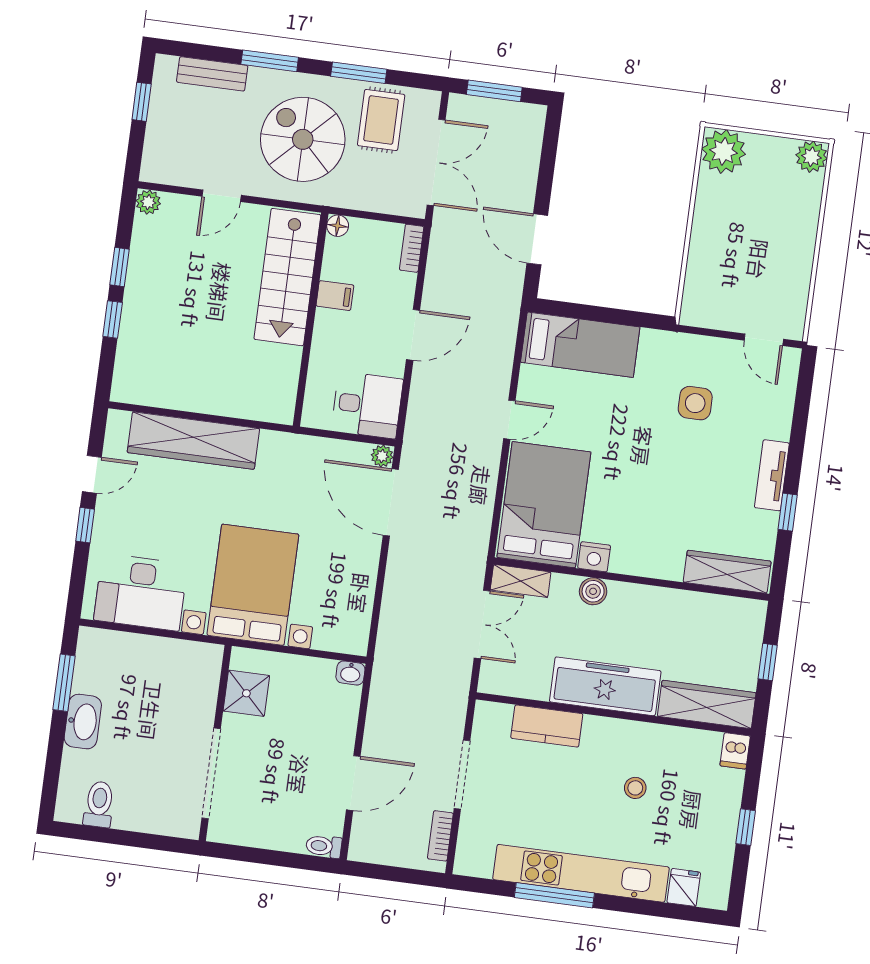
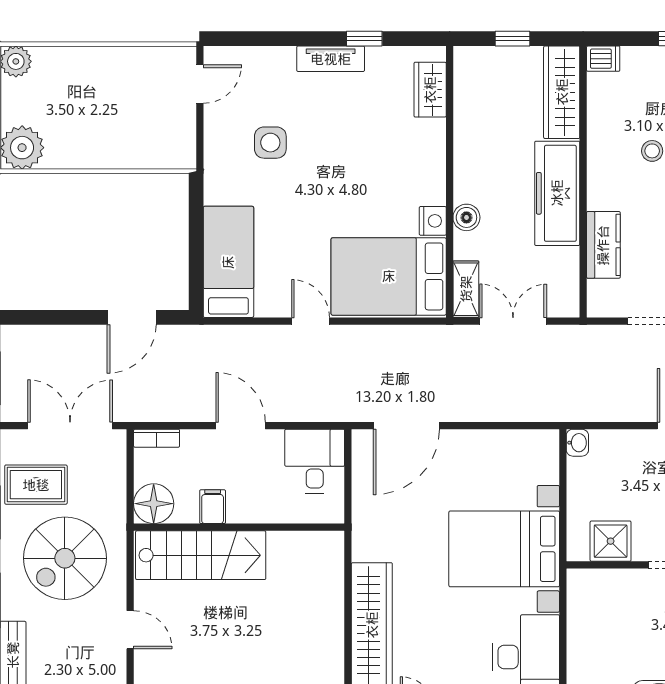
floor lamp: (338, 226) -> (154, 504), width x1.89, depth x1.89
plant: (382, 456) -> (362, 440), removed
wardrobe: (727, 572) -> (430, 90), width x0.67

